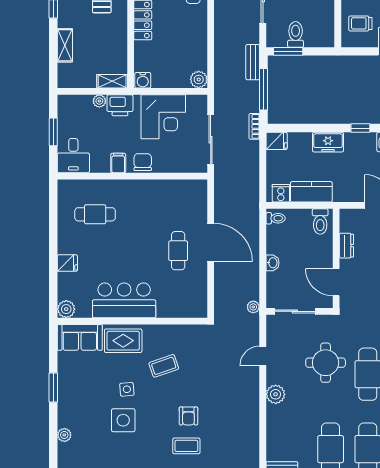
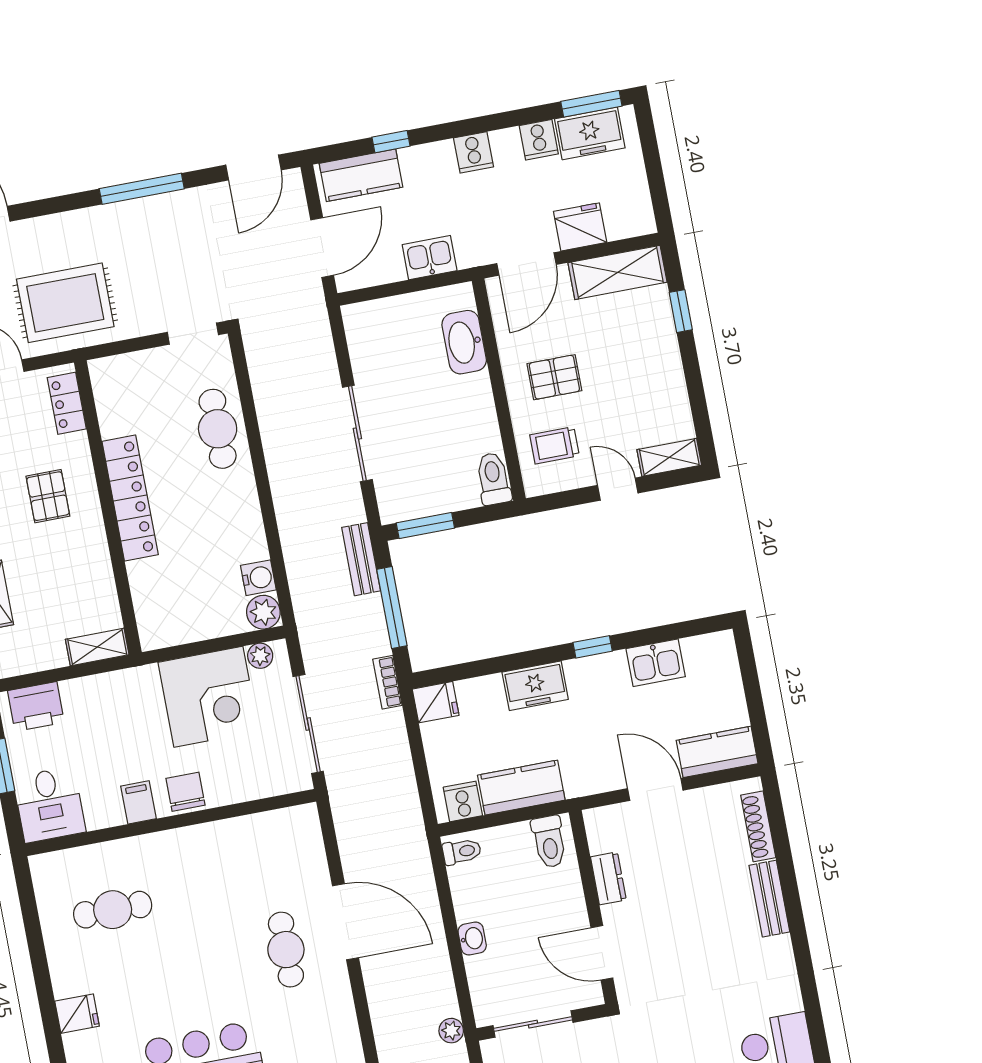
toilet: (296, 34) -> (493, 479), moved
water cooler: (143, 80) -> (258, 578), moved, turned -90
plant: (99, 101) -> (260, 656), moved
printer: (120, 105) -> (36, 707), moved

